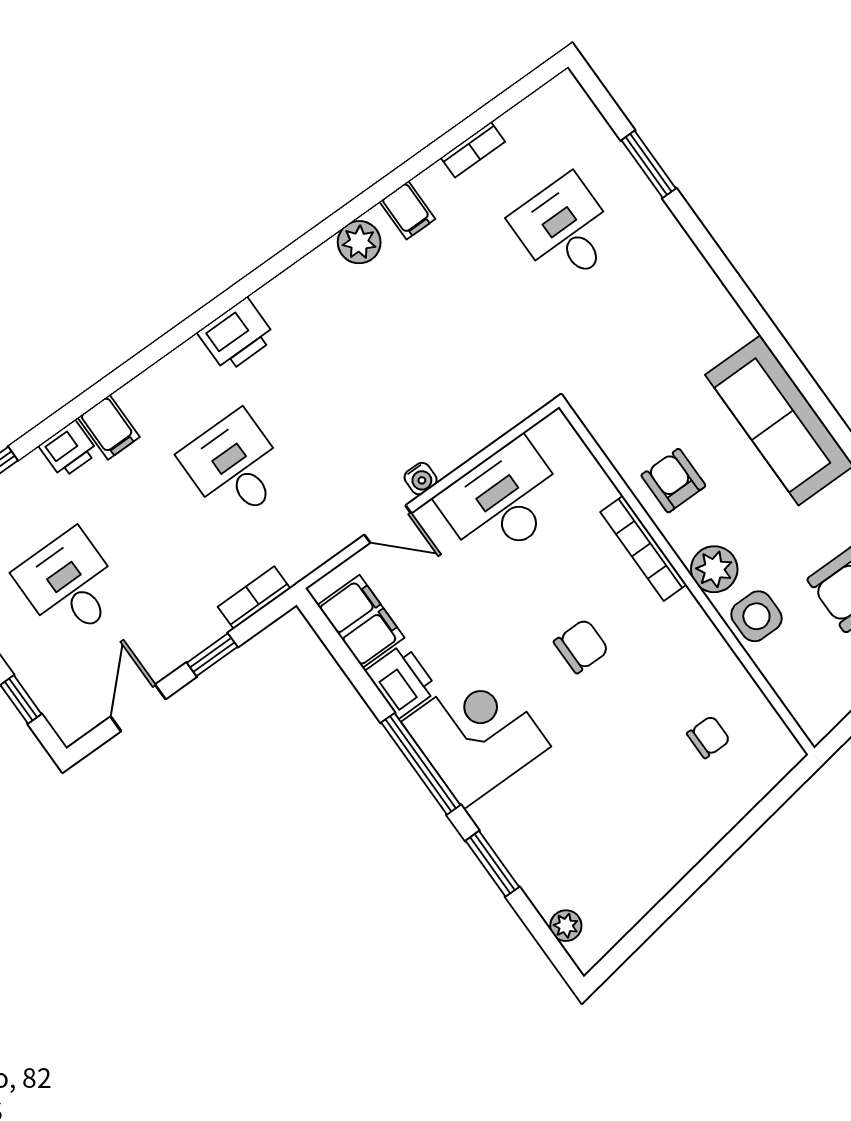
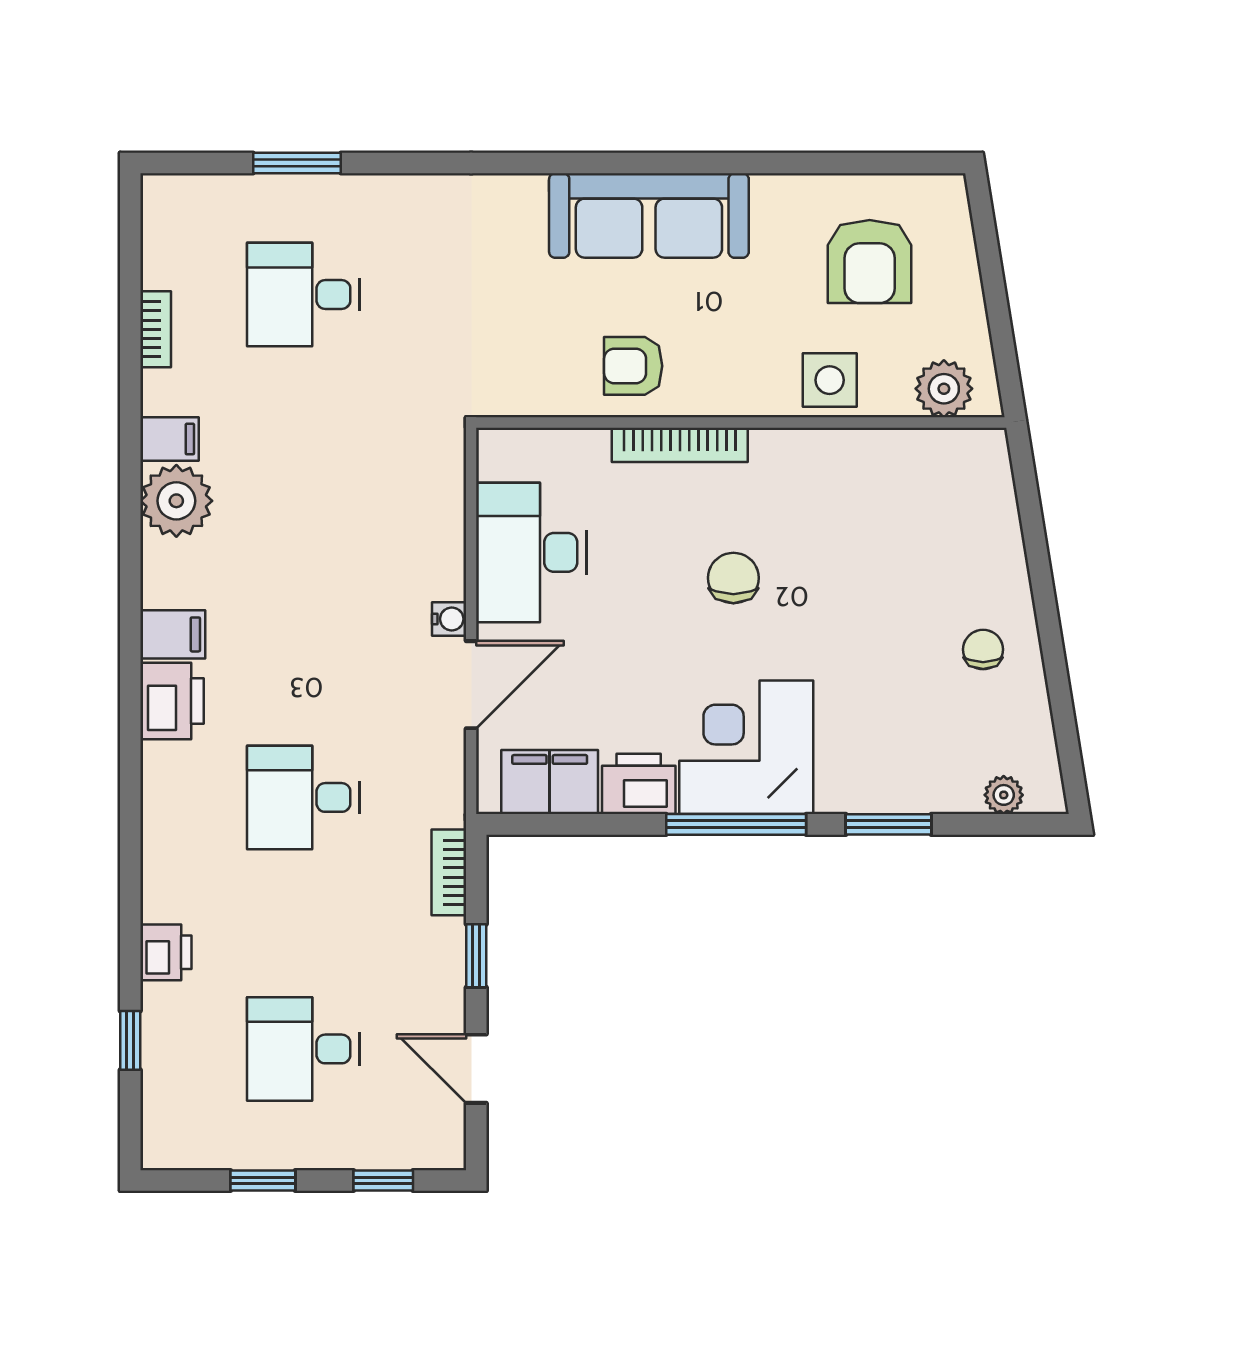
plant: (359, 242) -> (176, 501), width x1.36, depth x1.36
filing cabinet: (109, 427) -> (173, 634), moved
door: (388, 524) -> (471, 685), width x1.38
plant: (714, 569) -> (944, 389), moved
chair: (708, 737) -> (983, 649), moved

